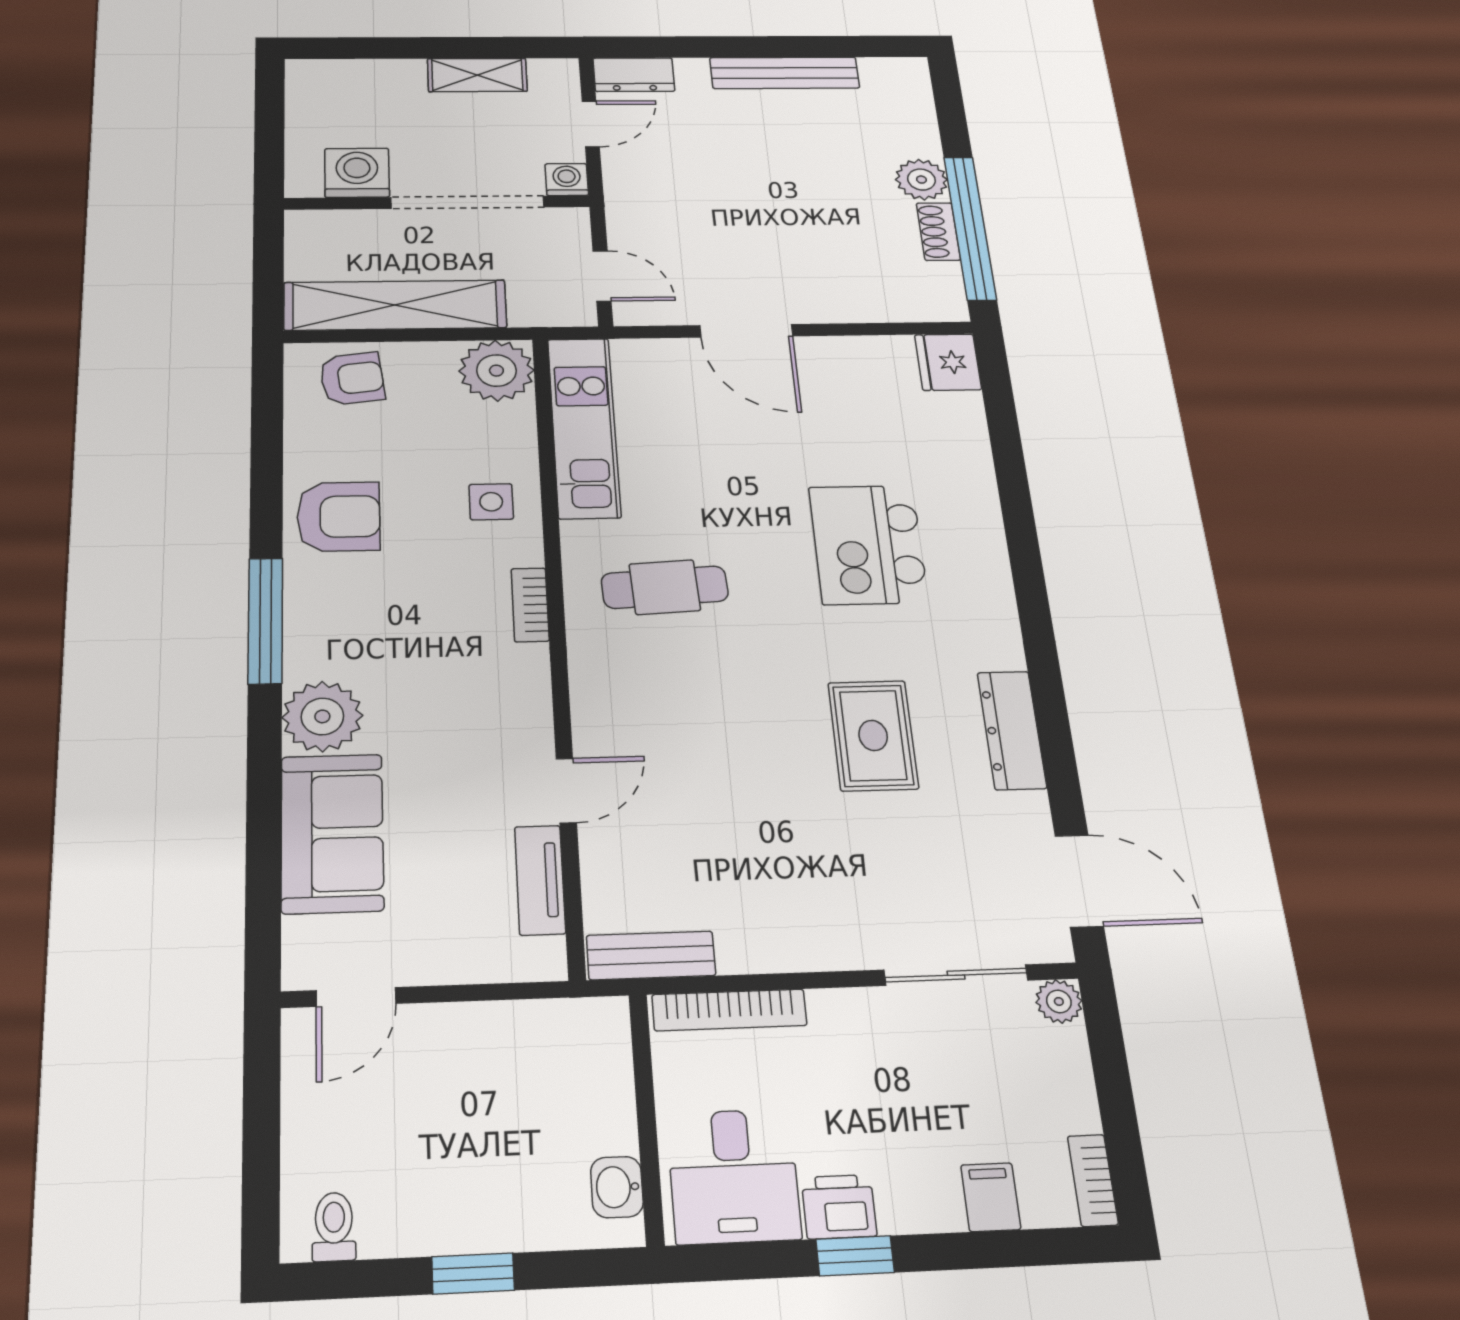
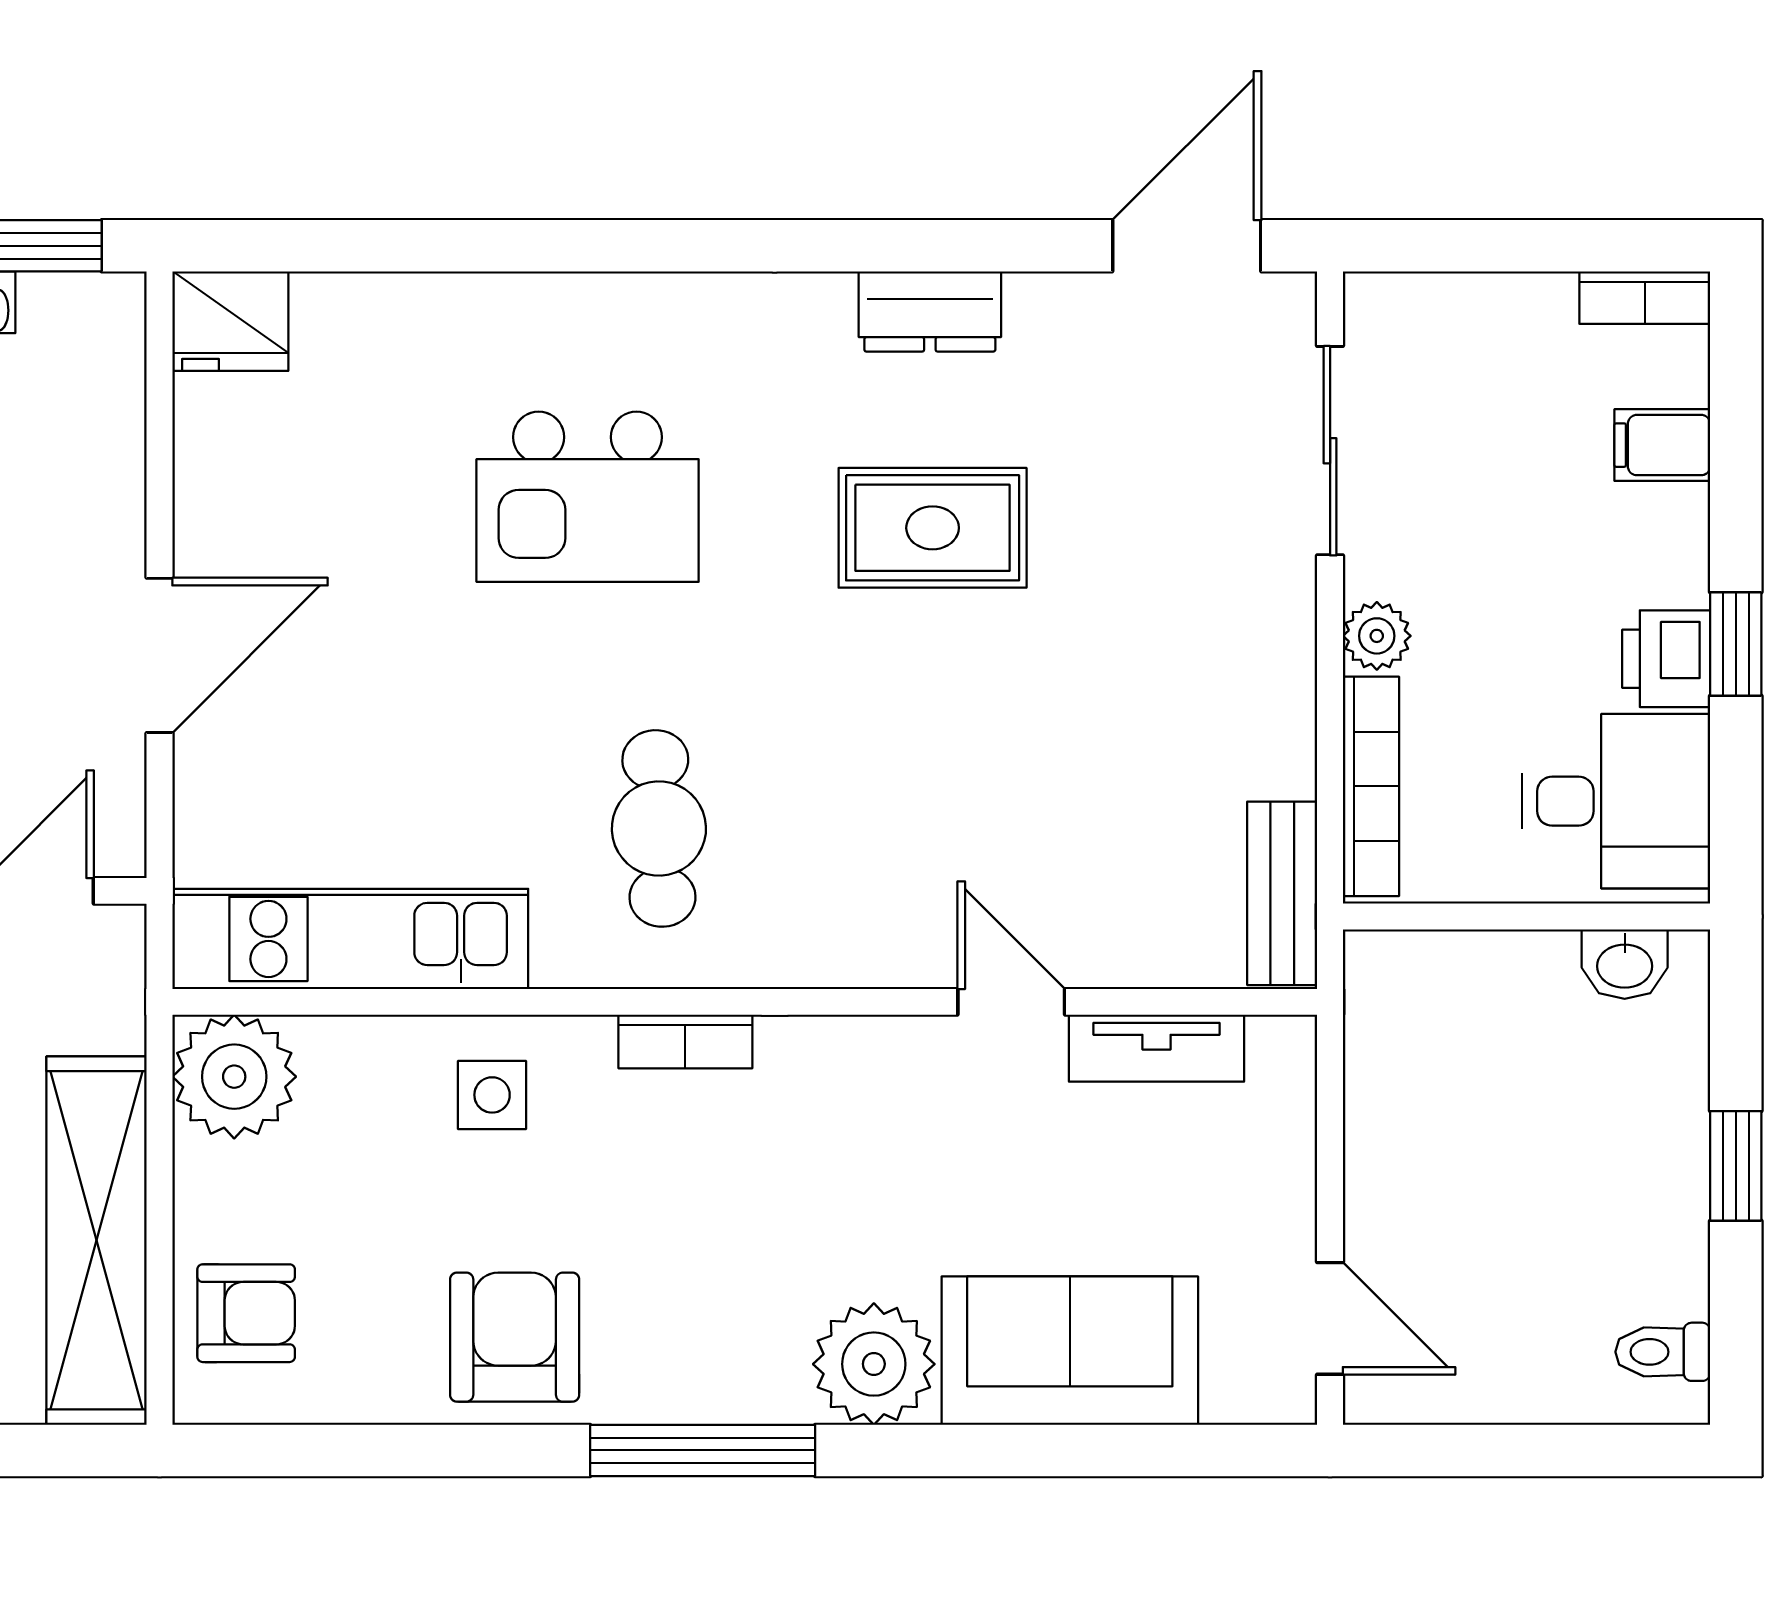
armchair: (352, 379) -> (246, 1313), turned 97
dresser: (1012, 730) -> (930, 311), width x0.70
plant: (1059, 1001) -> (1377, 636), moved

